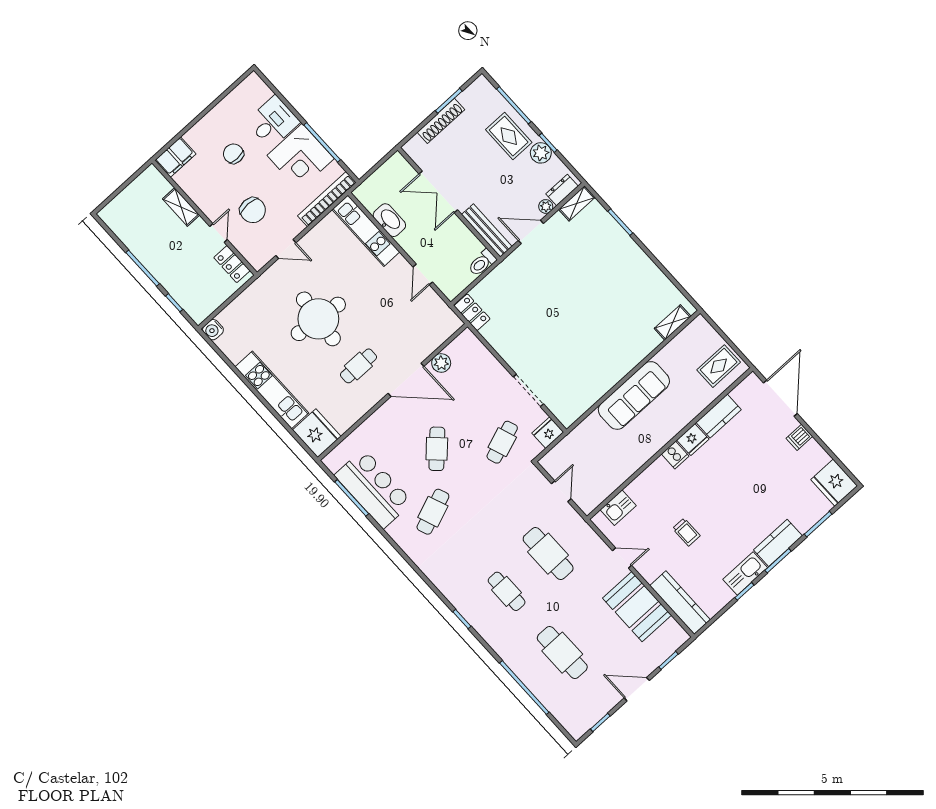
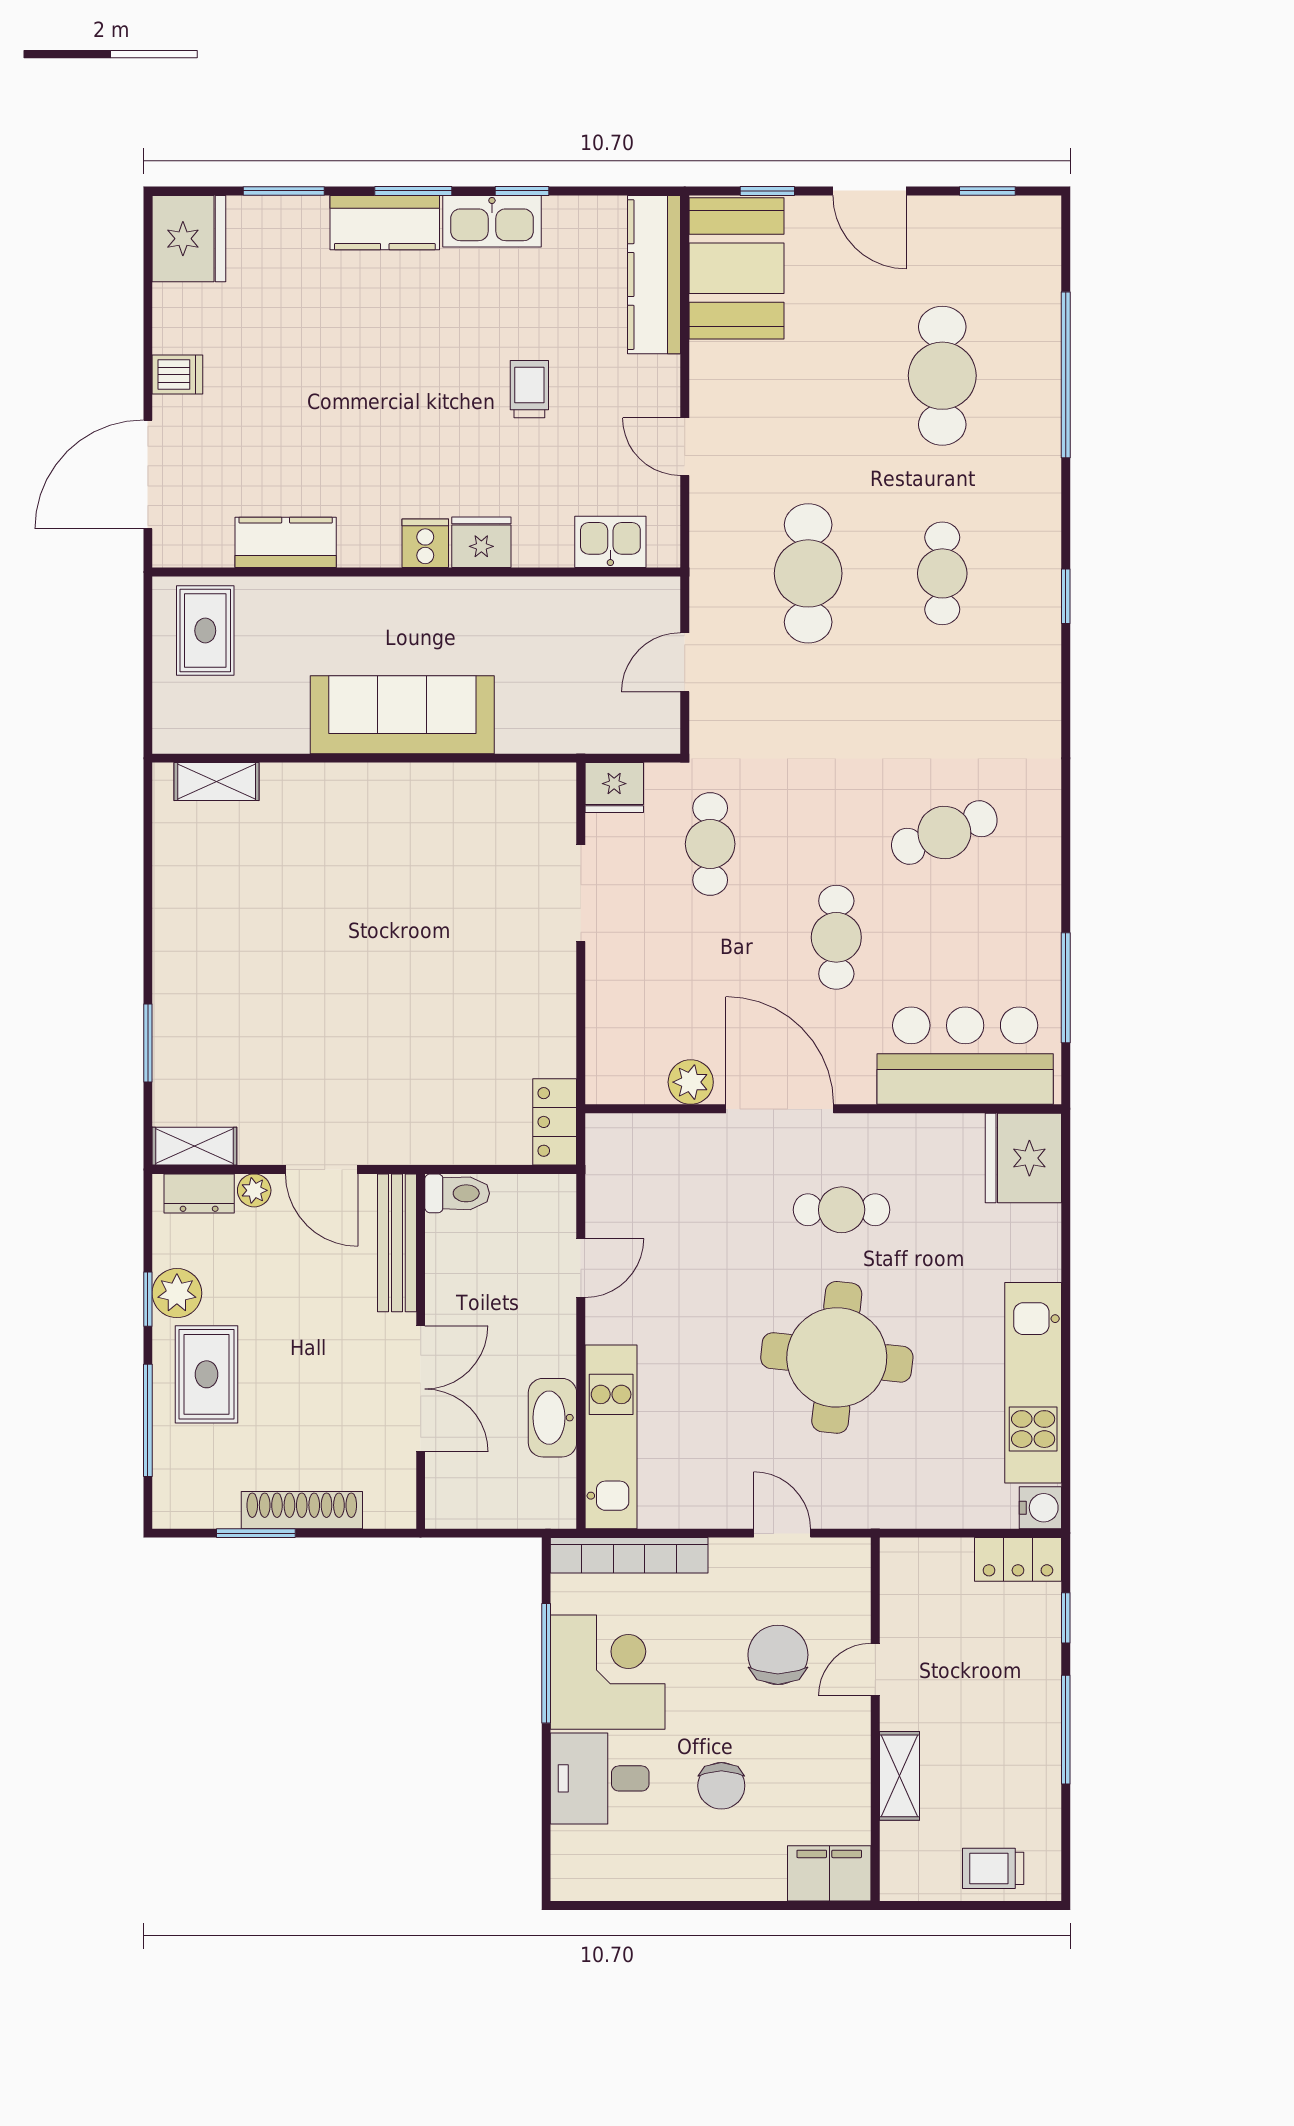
trolley: (126, 205) -> (993, 1868), added
locker: (232, 264) -> (1018, 1559), moved, turned 90
rug: (719, 366) -> (205, 631), turned 90
kitchen unit: (272, 390) -> (1033, 1383), moved
fridge: (693, 440) -> (481, 542), moved
cafe table: (502, 442) -> (710, 844), turned -70
cafe table: (437, 449) -> (836, 937), turned -44
bar counter: (373, 489) -> (965, 1056), moved, turned 90
booth: (637, 607) -> (736, 268), moved

